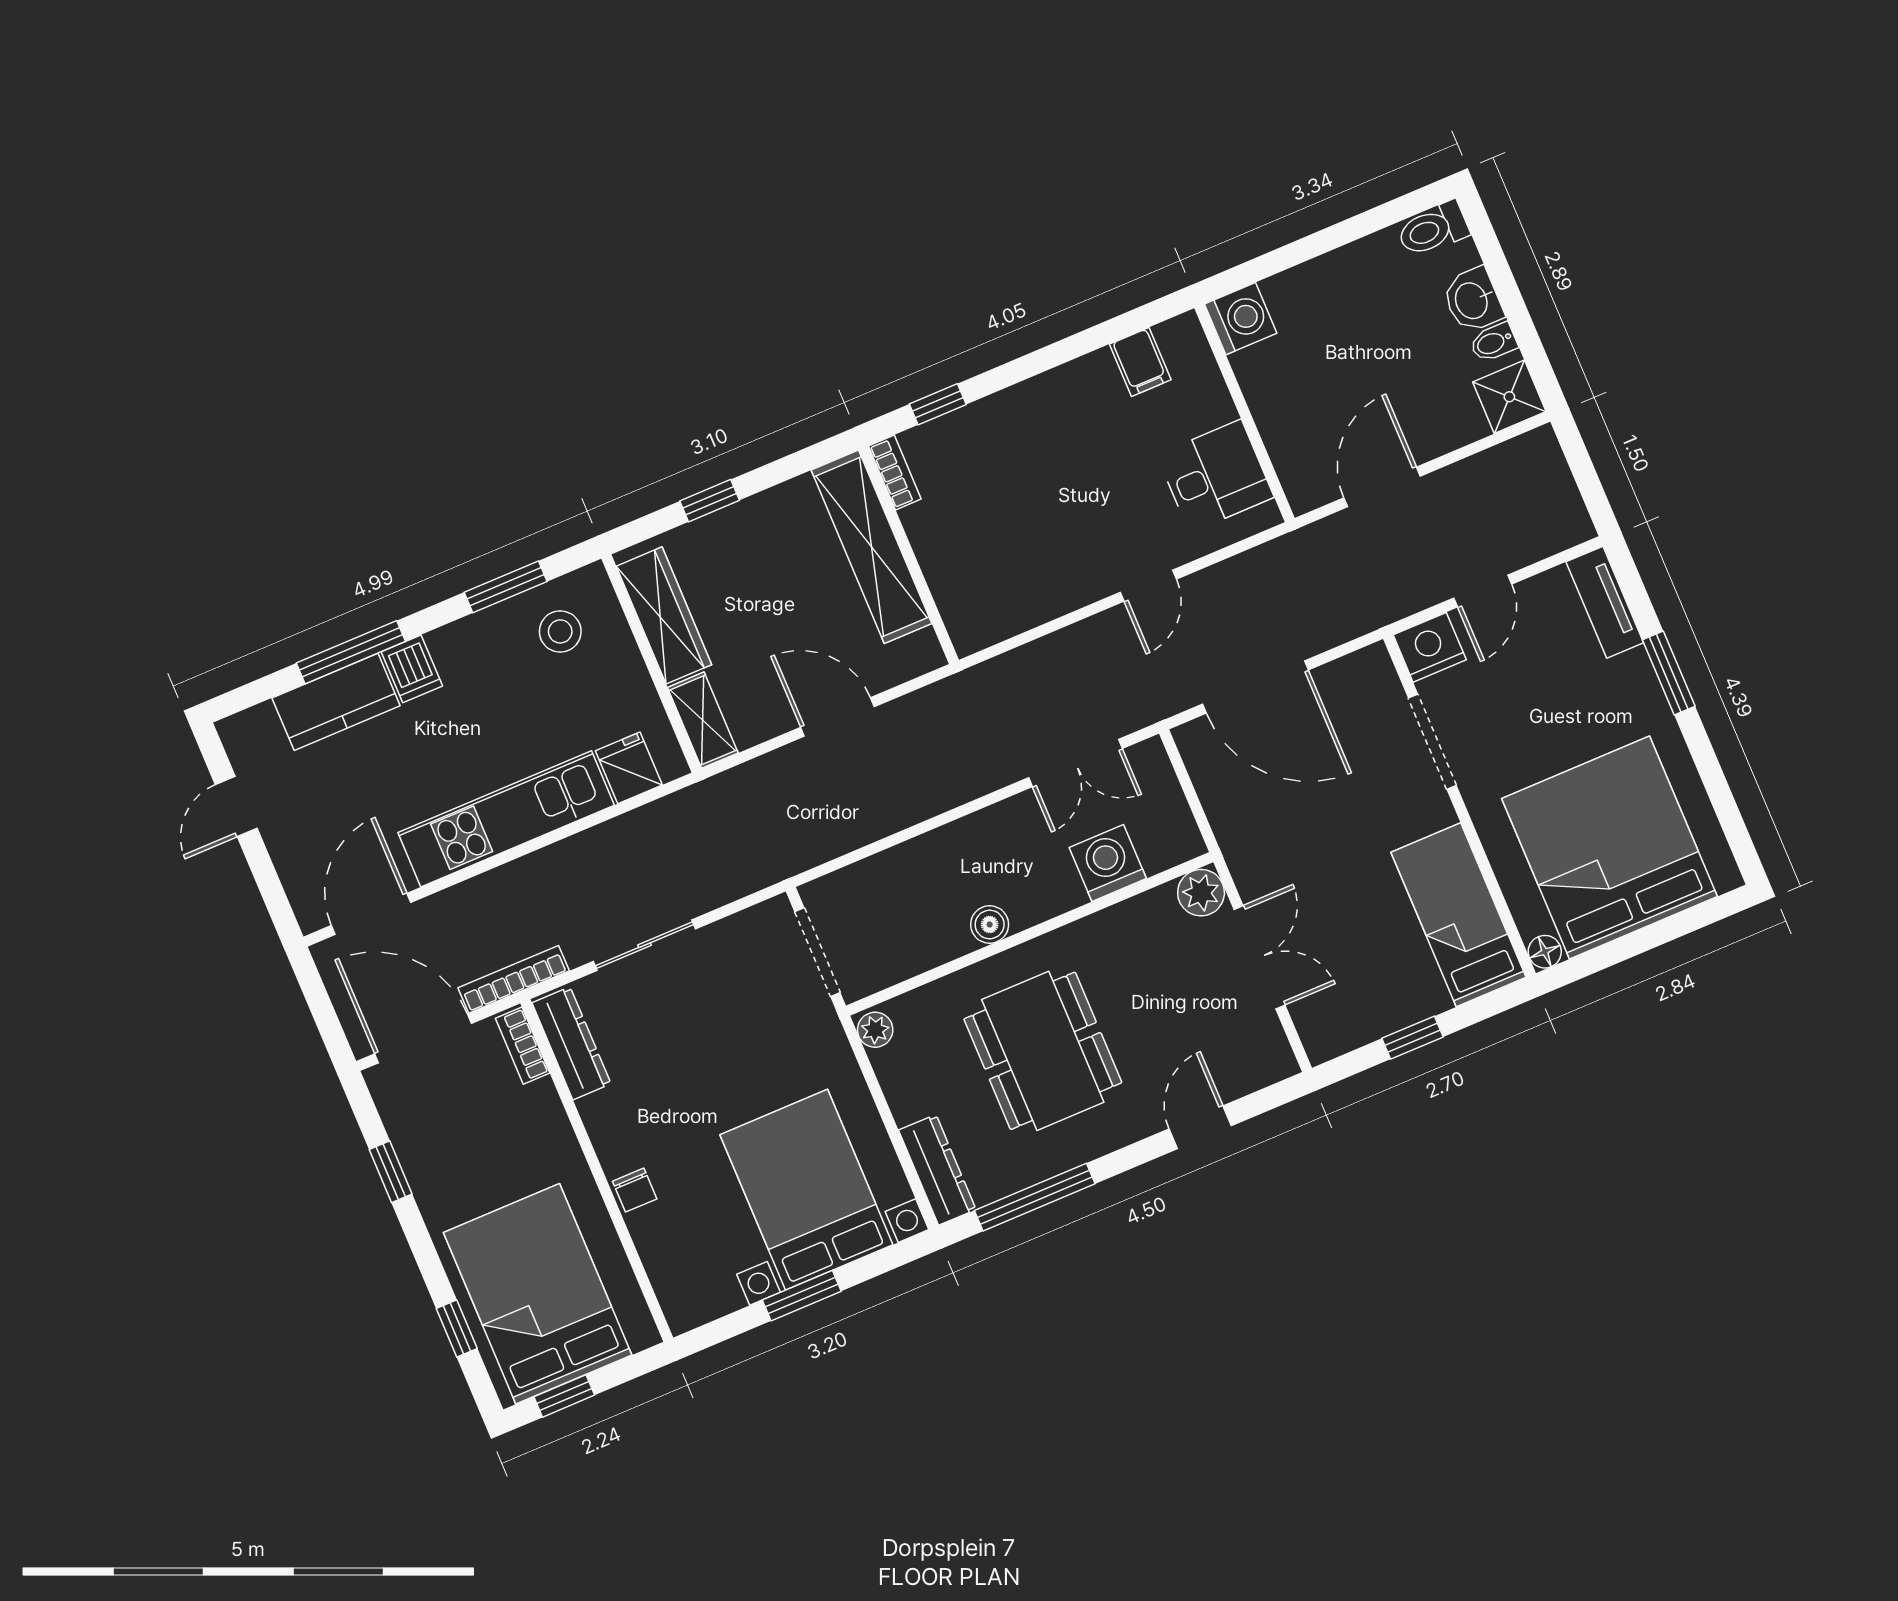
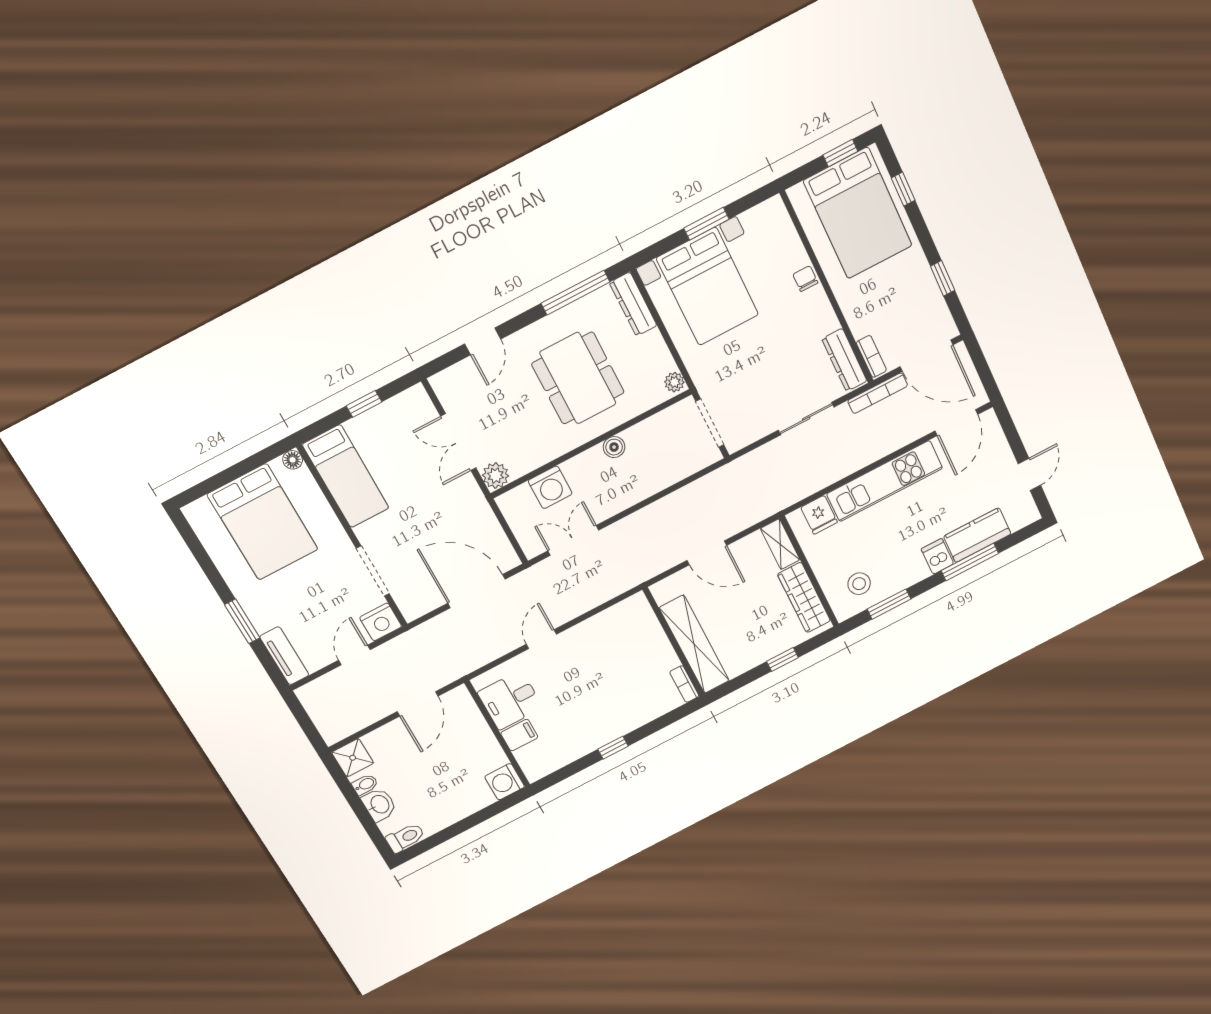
filing cabinet: (1140, 362) -> (519, 735), moved, turned 90
window: (938, 404) -> (613, 748), moved
bed: (1610, 847) -> (263, 522), width x0.73

